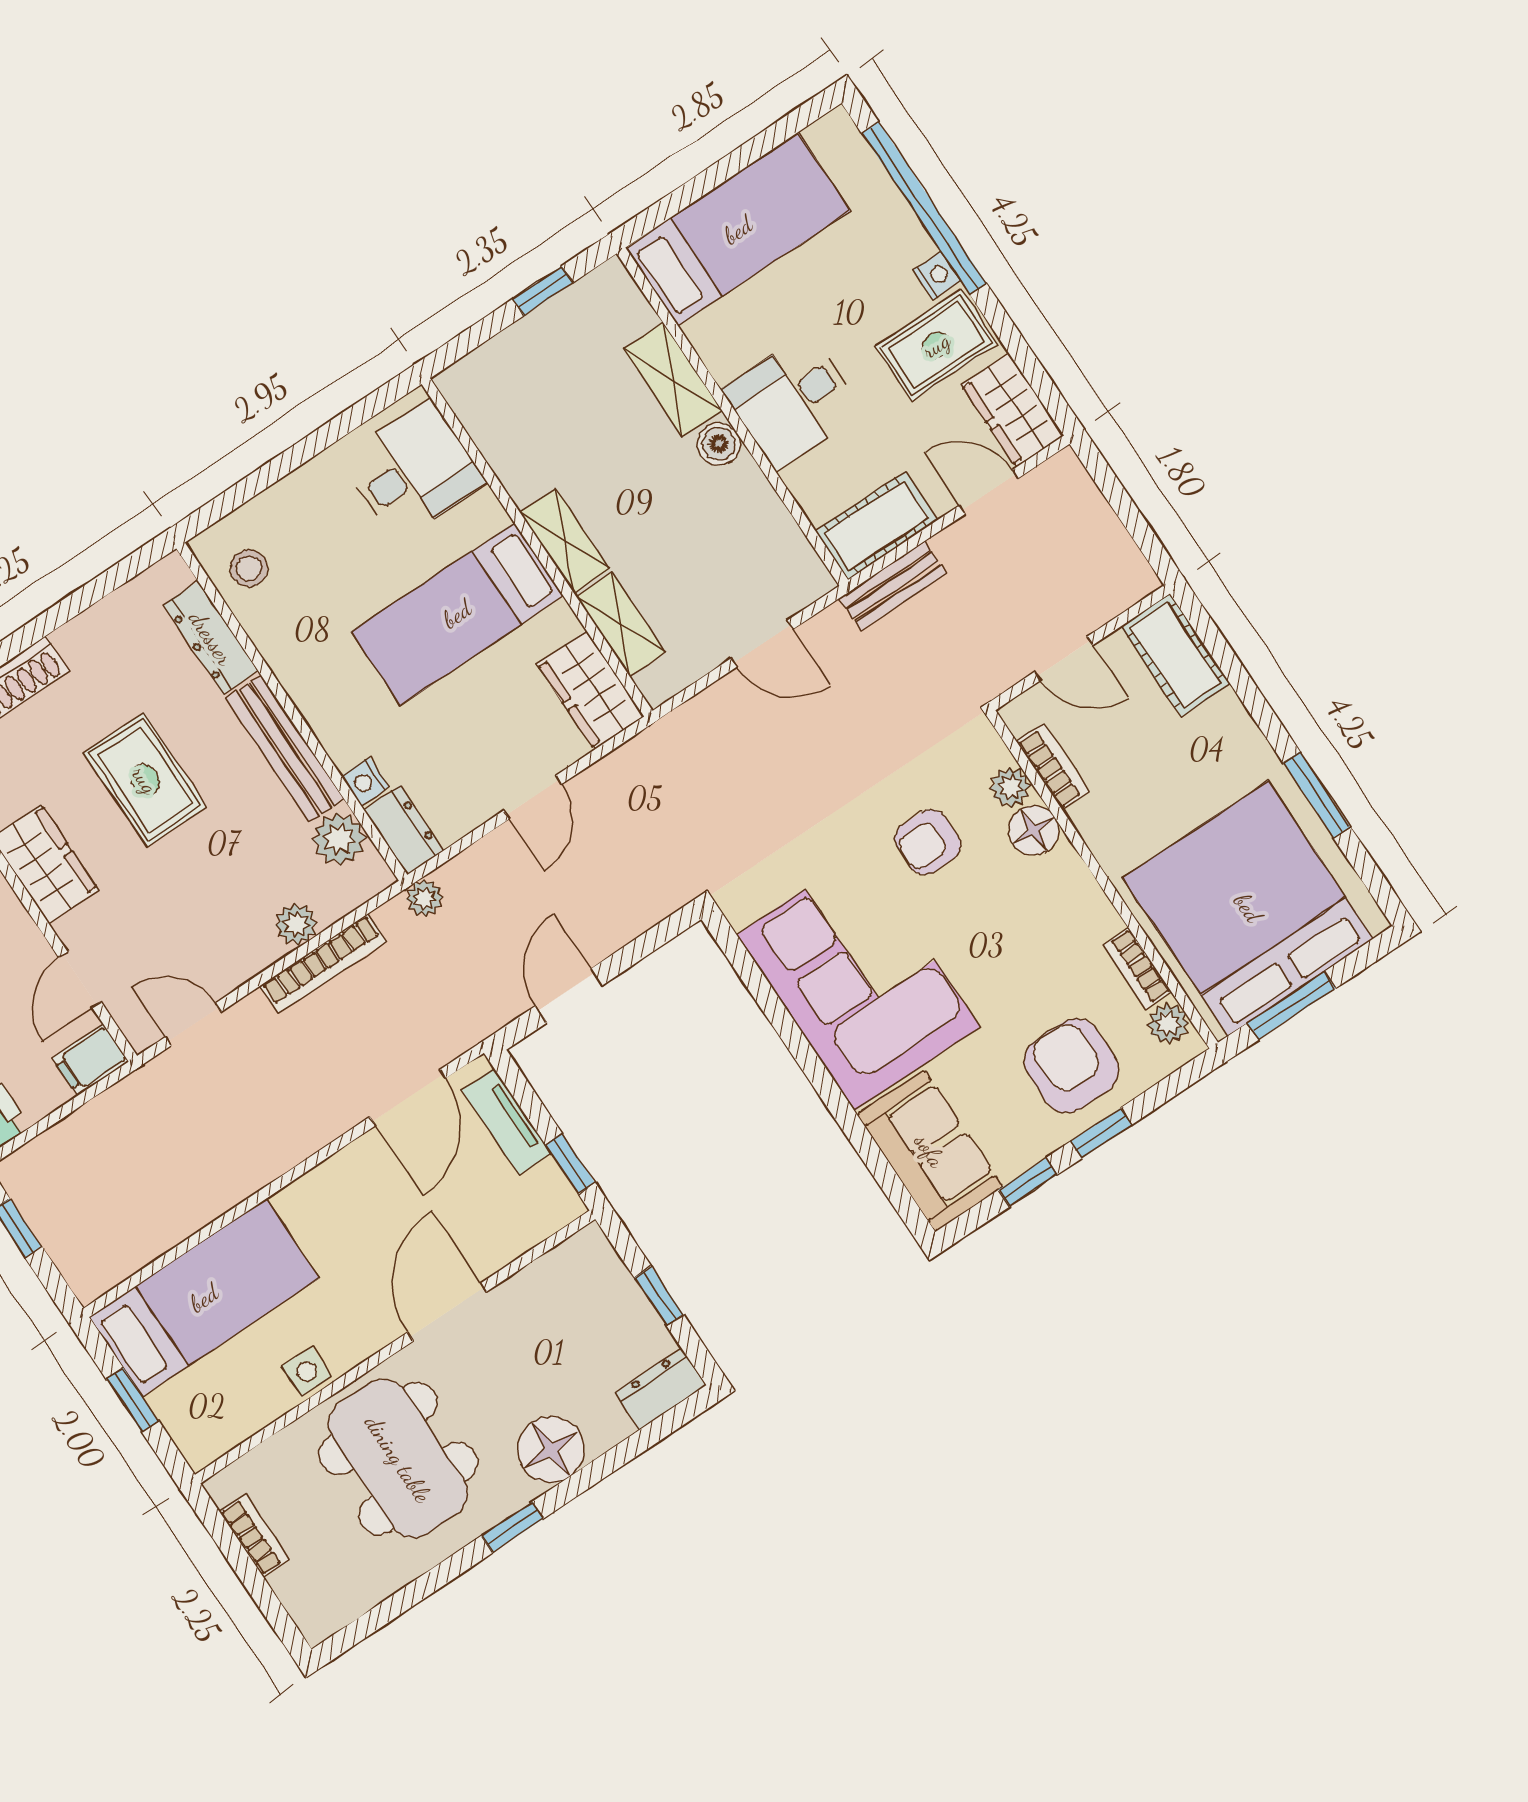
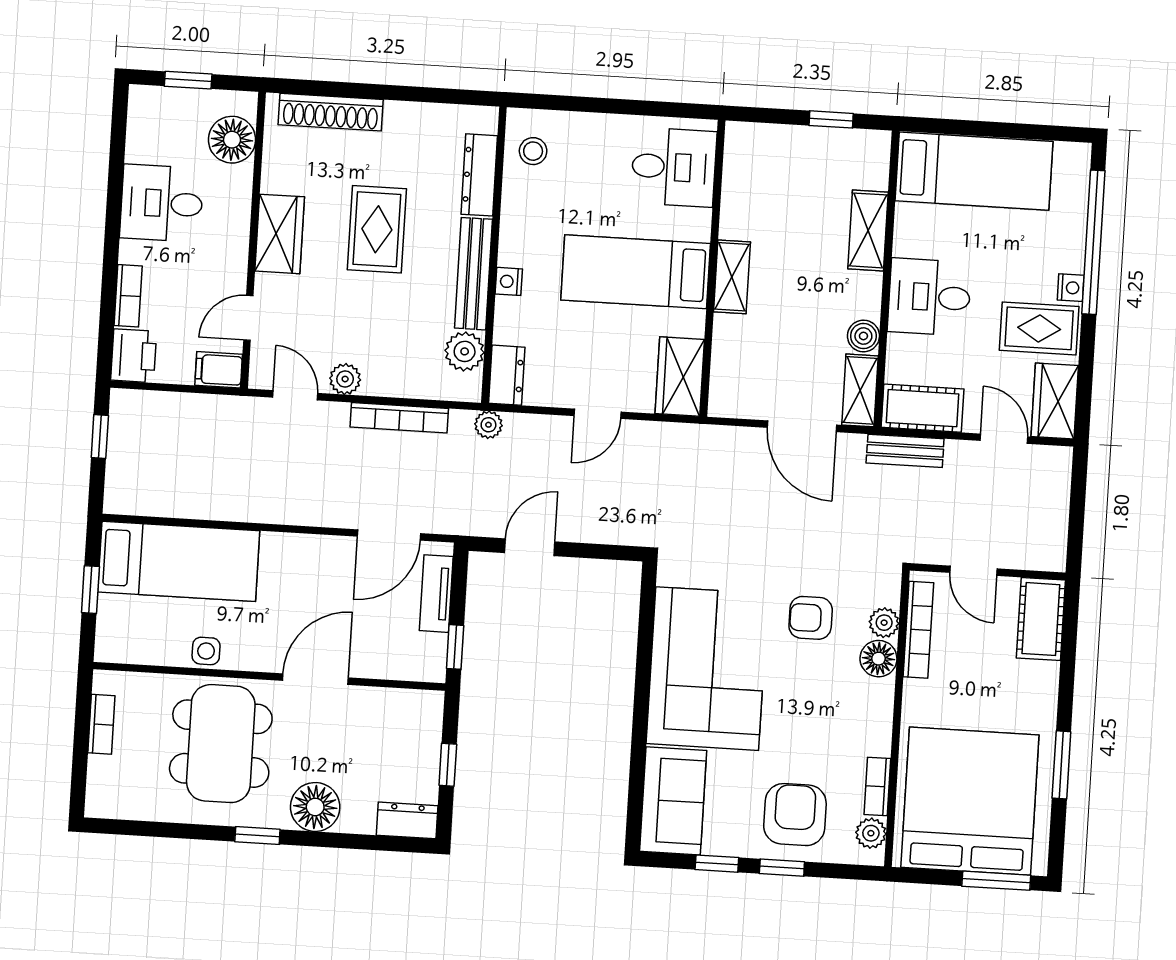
boiler: (719, 444) -> (863, 336), moved
shelving: (621, 624) -> (860, 390), moved
door: (762, 644) -> (802, 426), width x1.38
bookcase: (1053, 767) -> (918, 630), width x1.56
nightstand: (365, 782) -> (509, 281), moved
plant: (296, 924) -> (345, 379), moved
window: (1291, 1006) -> (996, 881), moved

